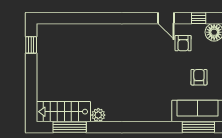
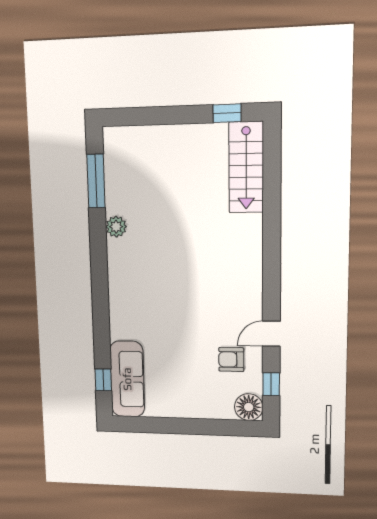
armchair: (199, 77) -> (179, 382), removed
stairs: (63, 112) -> (246, 167), moved, turned 180
window: (198, 127) -> (103, 380), width x0.46

